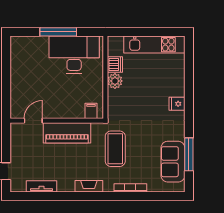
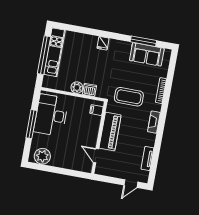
window: (148, 32) -> (44, 55), added
plant: (20, 53) -> (42, 156), added
dishwasher: (115, 64) -> (90, 90), moved

